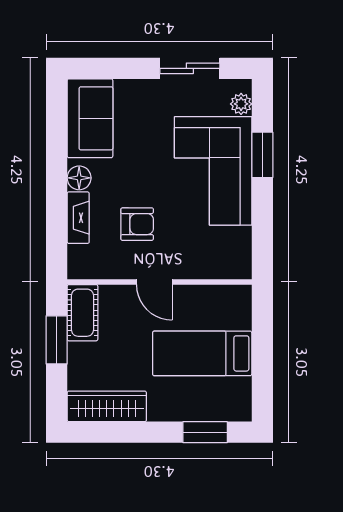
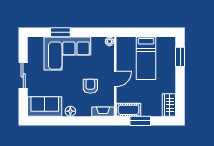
sliding door: (190, 68) -> (23, 75), moved
plant: (241, 104) -> (109, 41), moved
fireplace: (78, 218) -> (103, 112), moved
wardrobe: (107, 406) -> (169, 105), width x0.67

